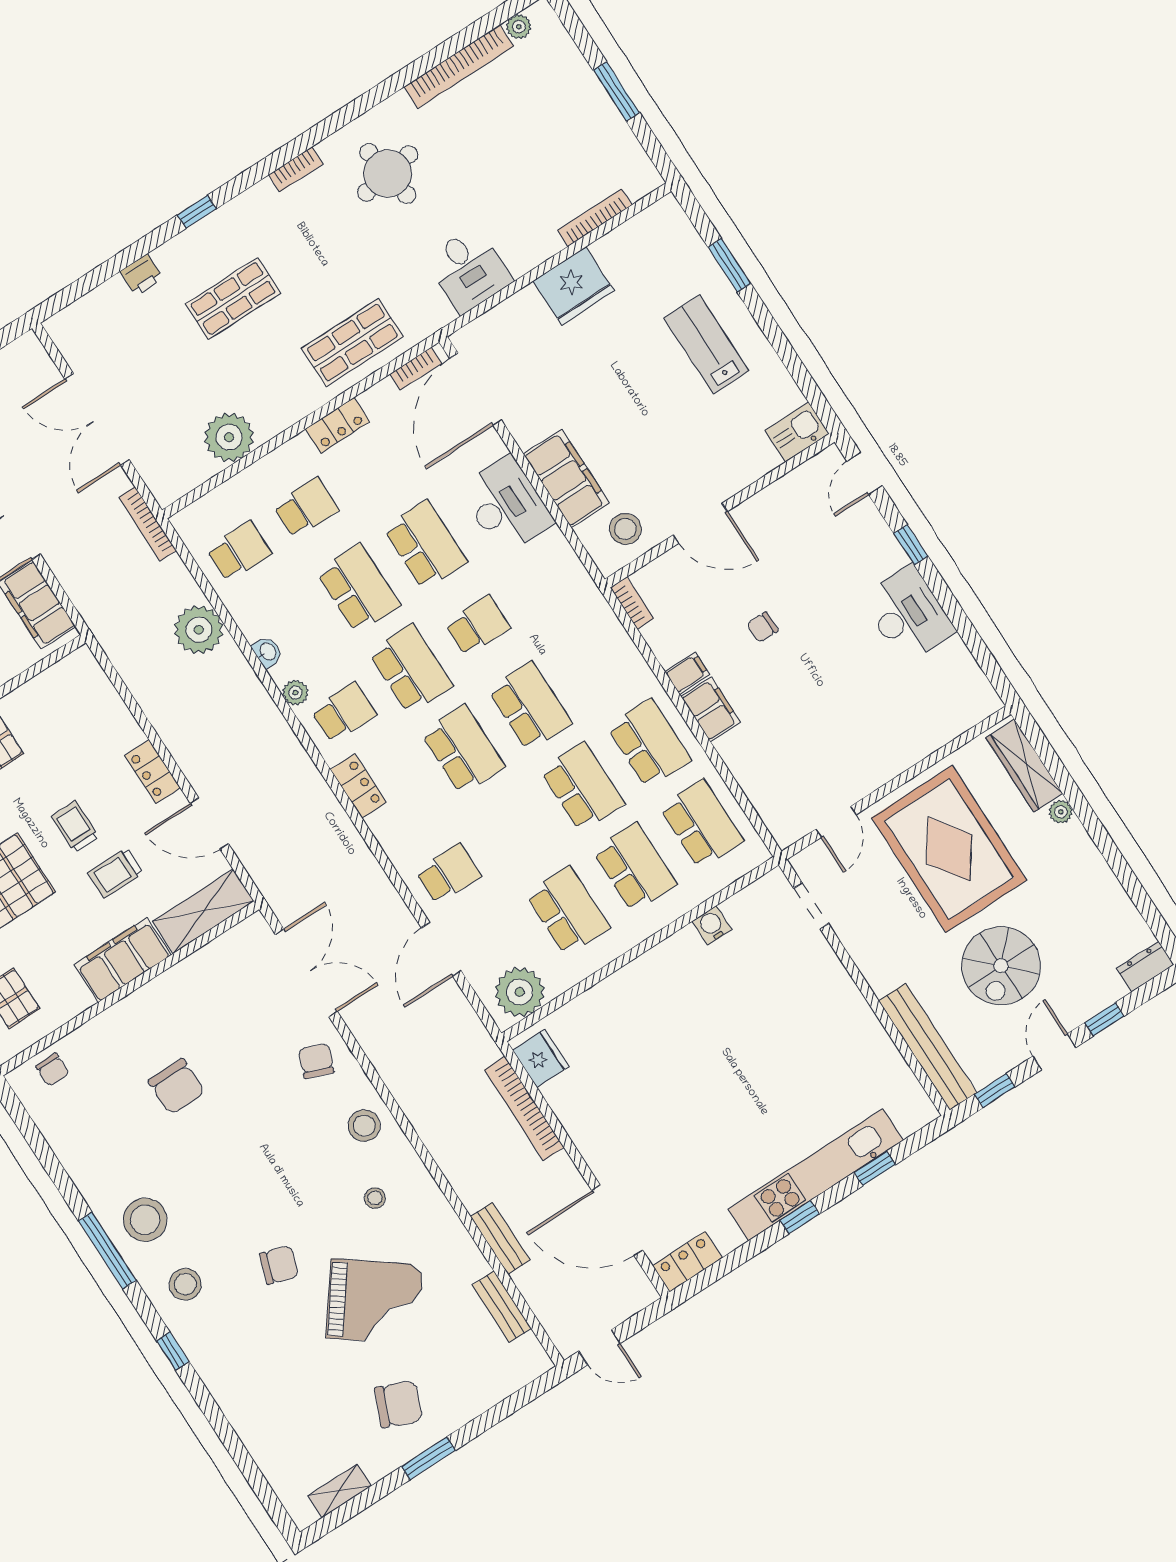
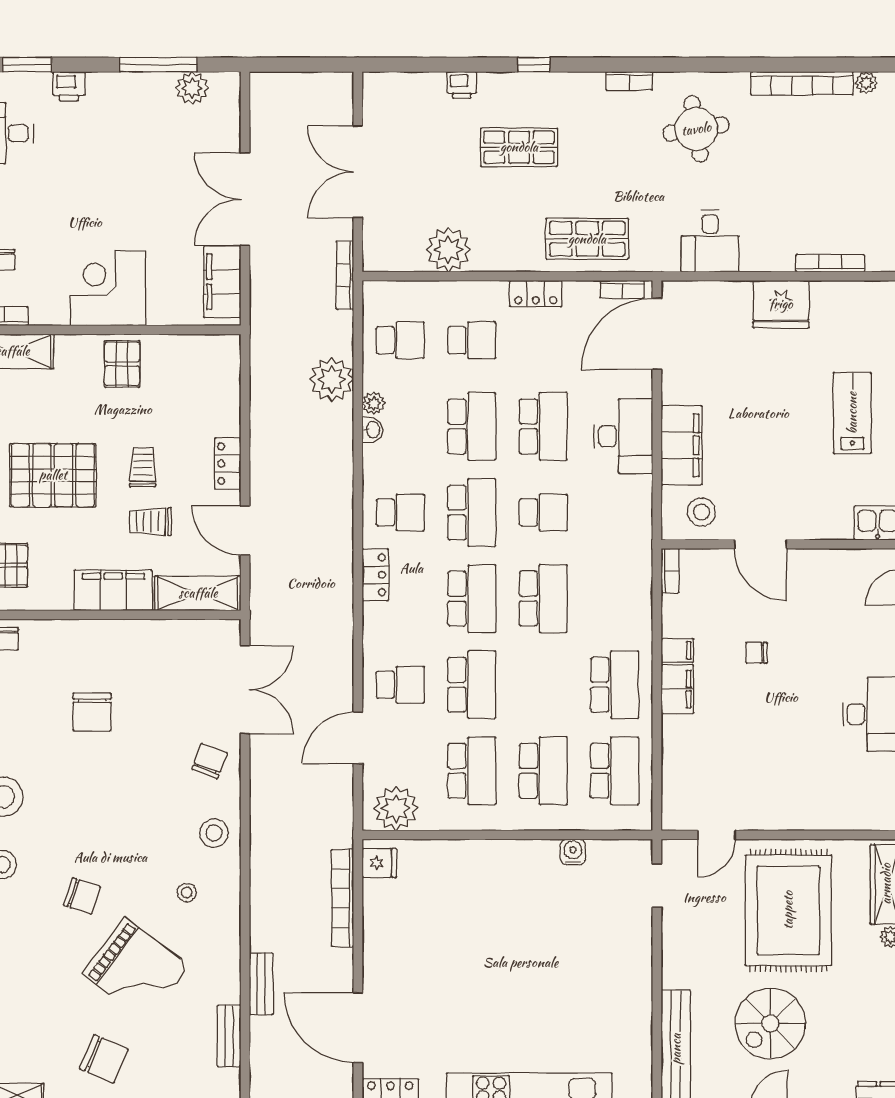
plant: (295, 693) -> (374, 403), moved
school desk: (582, 787) -> (472, 685), moved
fridge: (541, 1058) -> (379, 863), width x0.72

